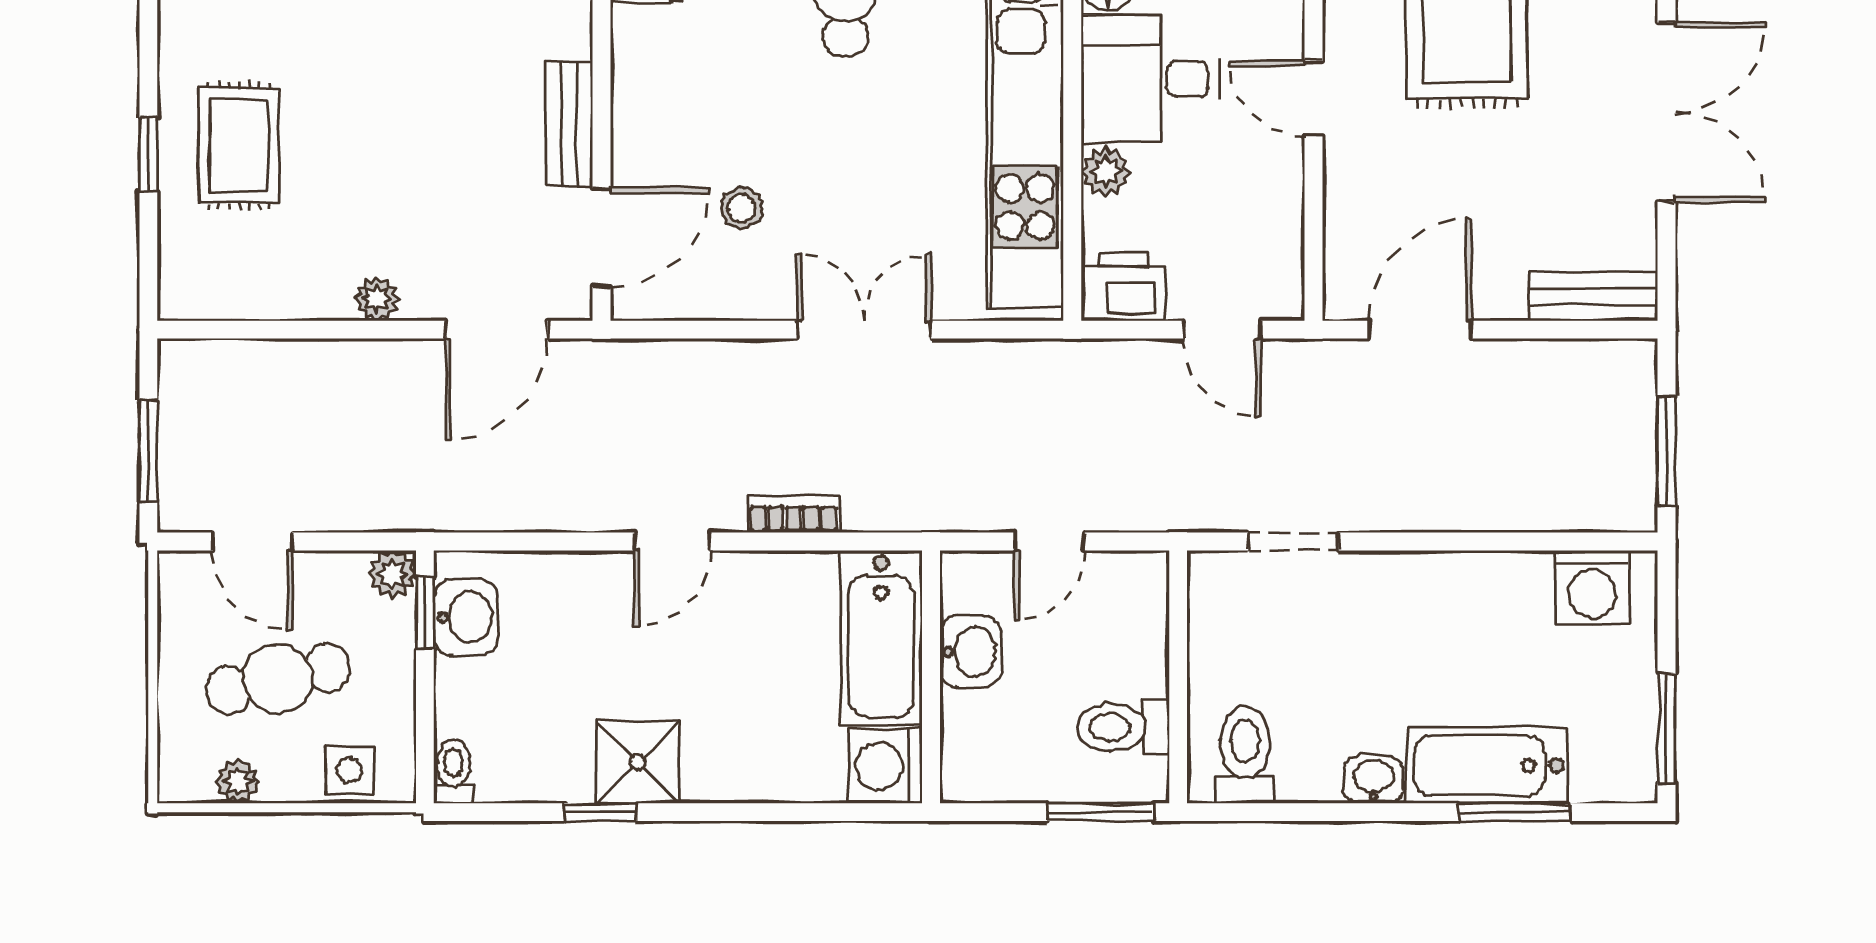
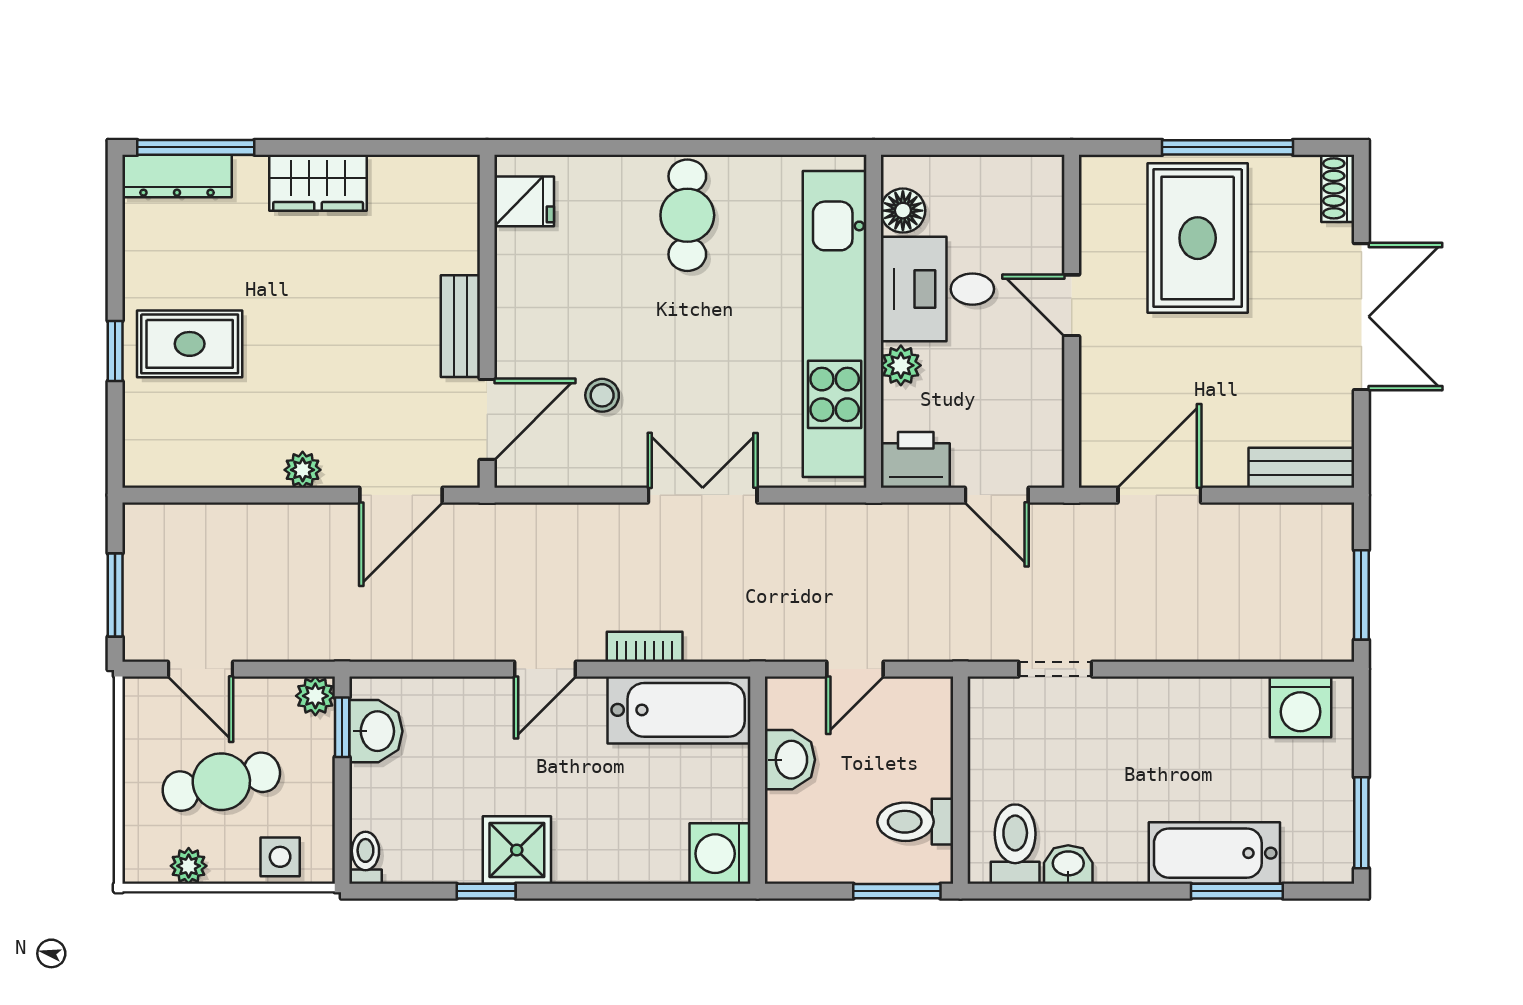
rug: (239, 145) -> (190, 344), turned 90
bathtub: (881, 638) -> (679, 710), moved, turned -90
washbasin: (1374, 780) -> (1068, 865), moved

